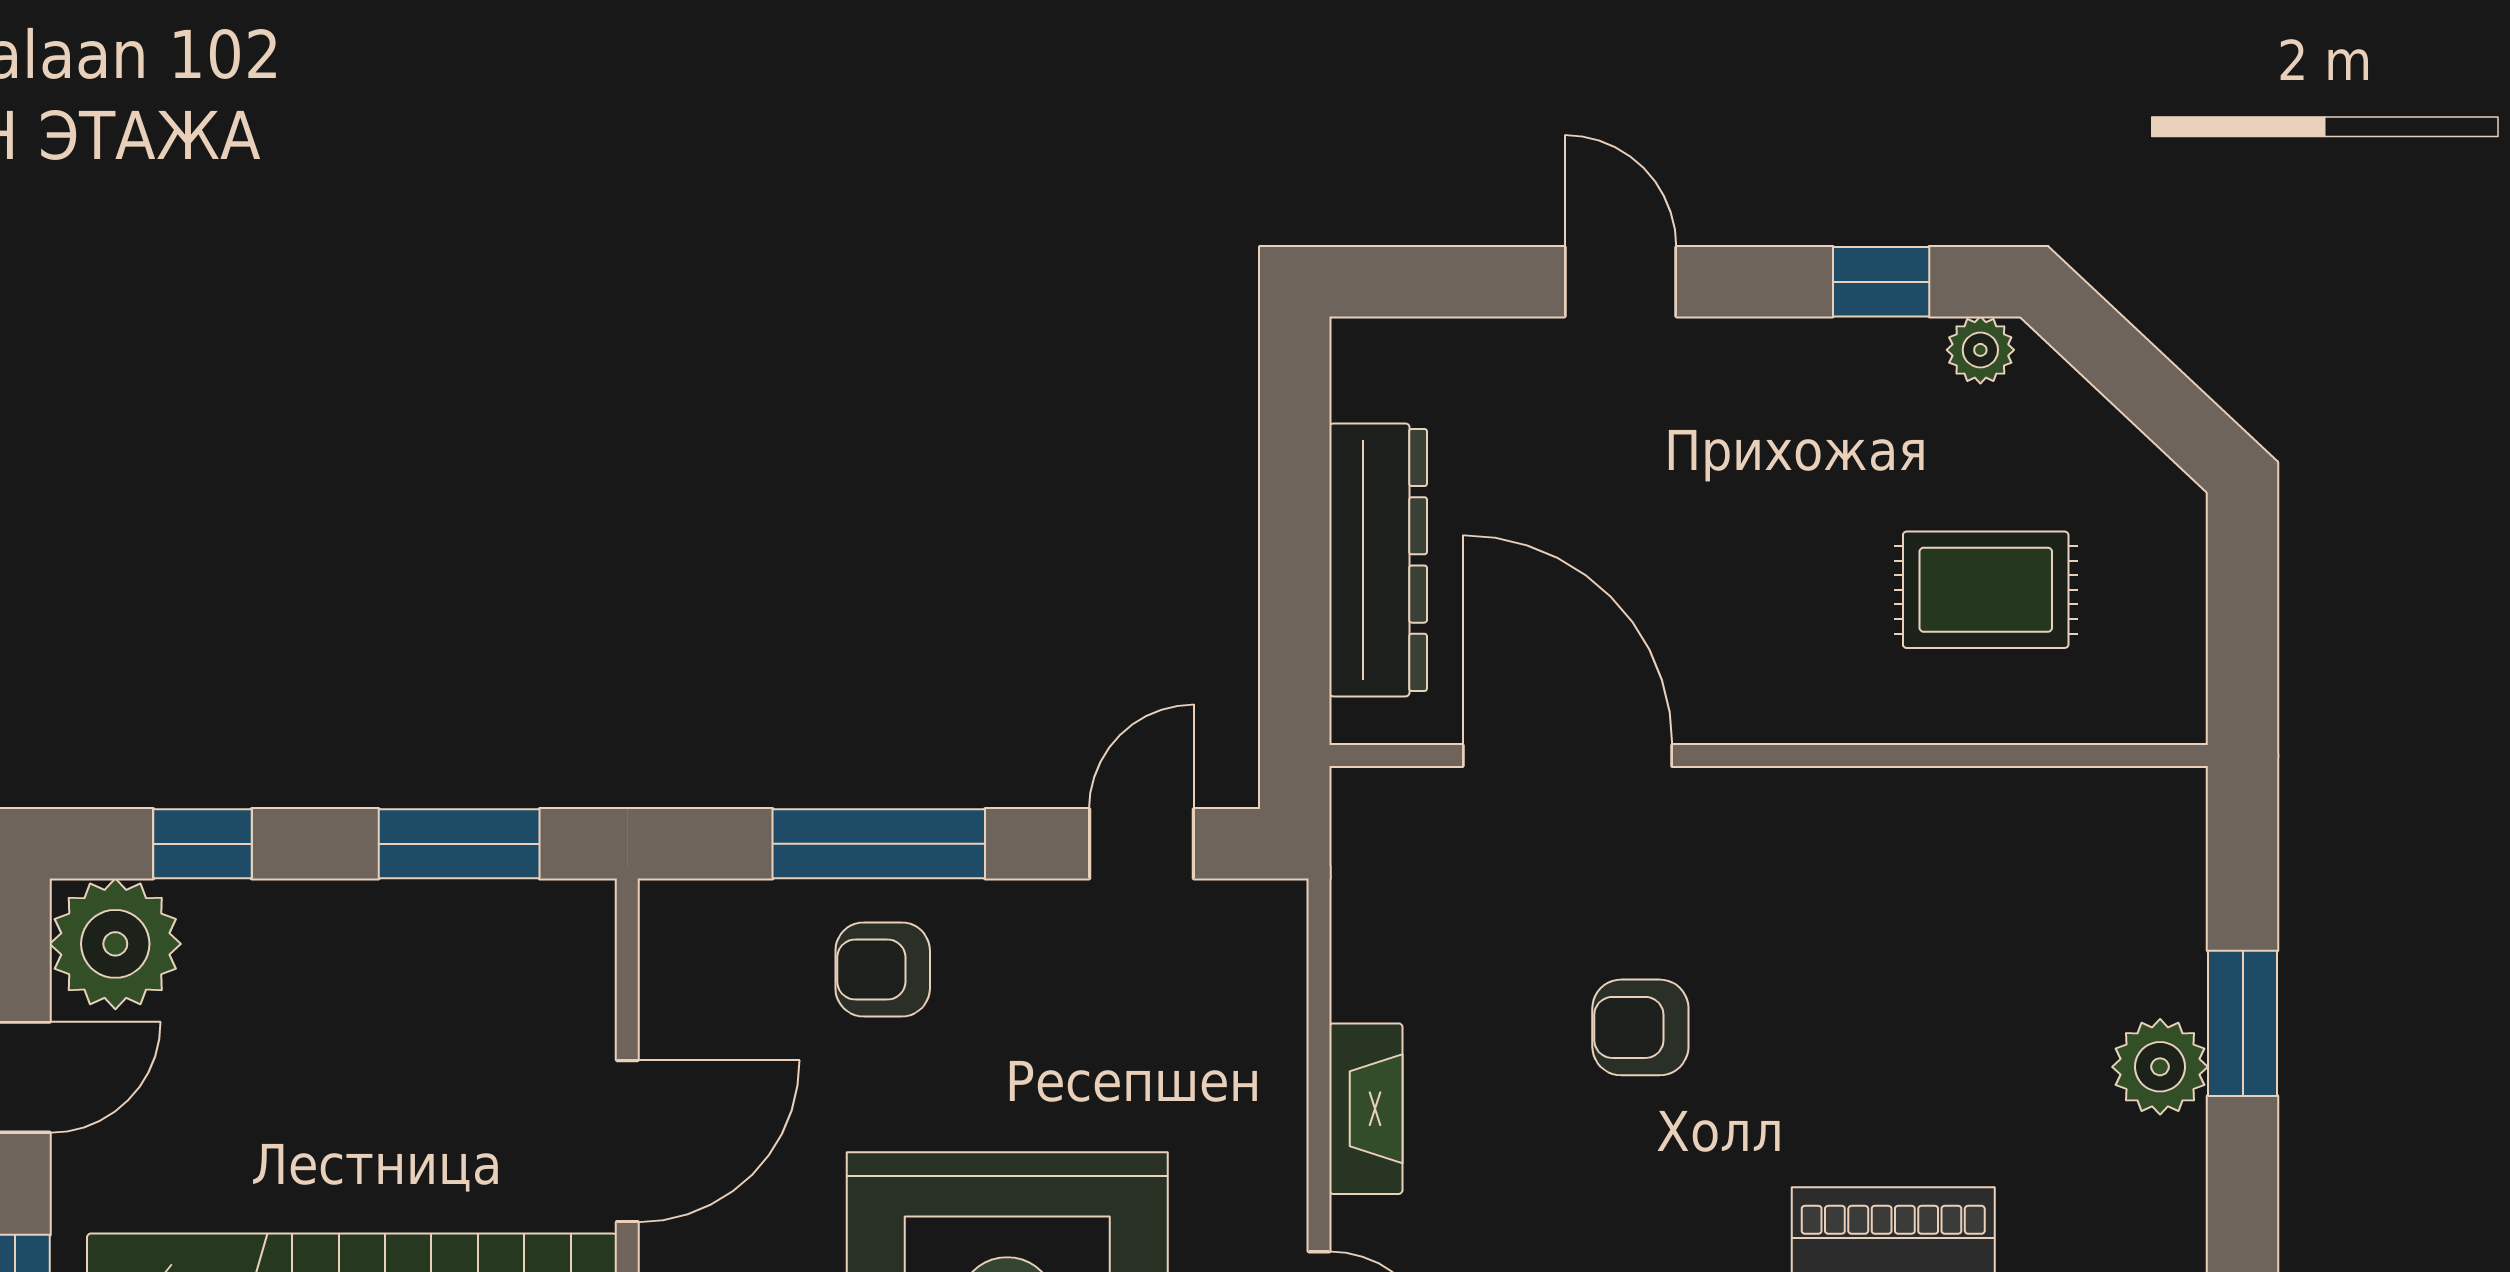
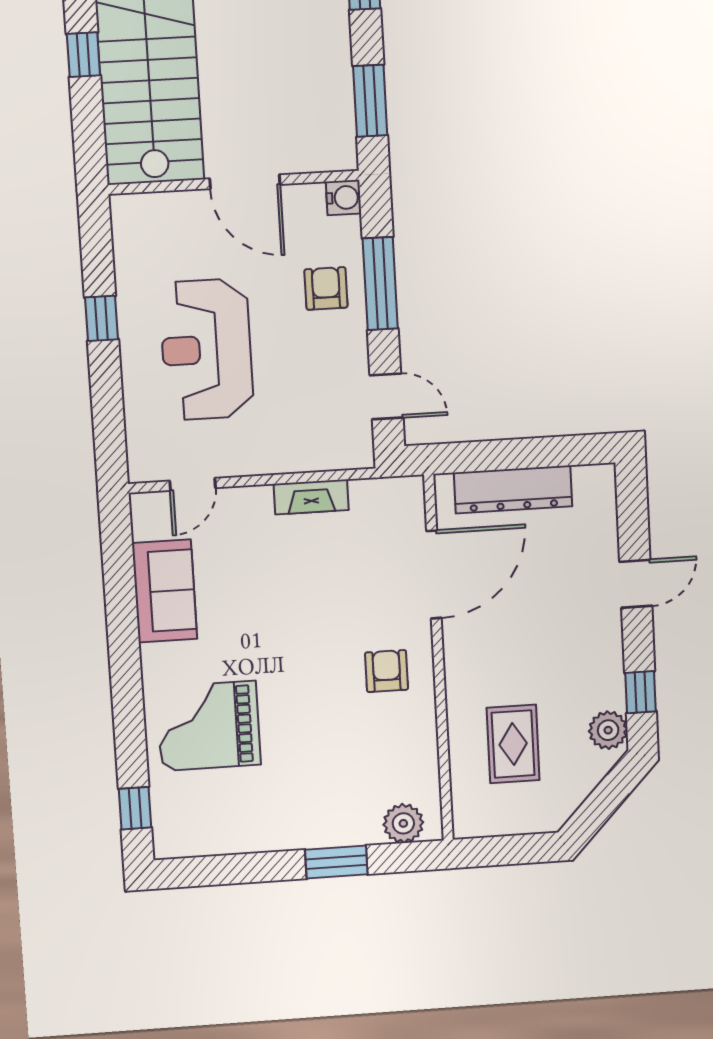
plant: (1980, 350) -> (608, 730), width x1.38, depth x1.38
water cooler: (676, 917) -> (344, 198), added
armchair: (1640, 1027) -> (387, 671), moved
plant: (2160, 1067) -> (403, 823), moved
fireplace: (1366, 1109) -> (311, 497), moved

